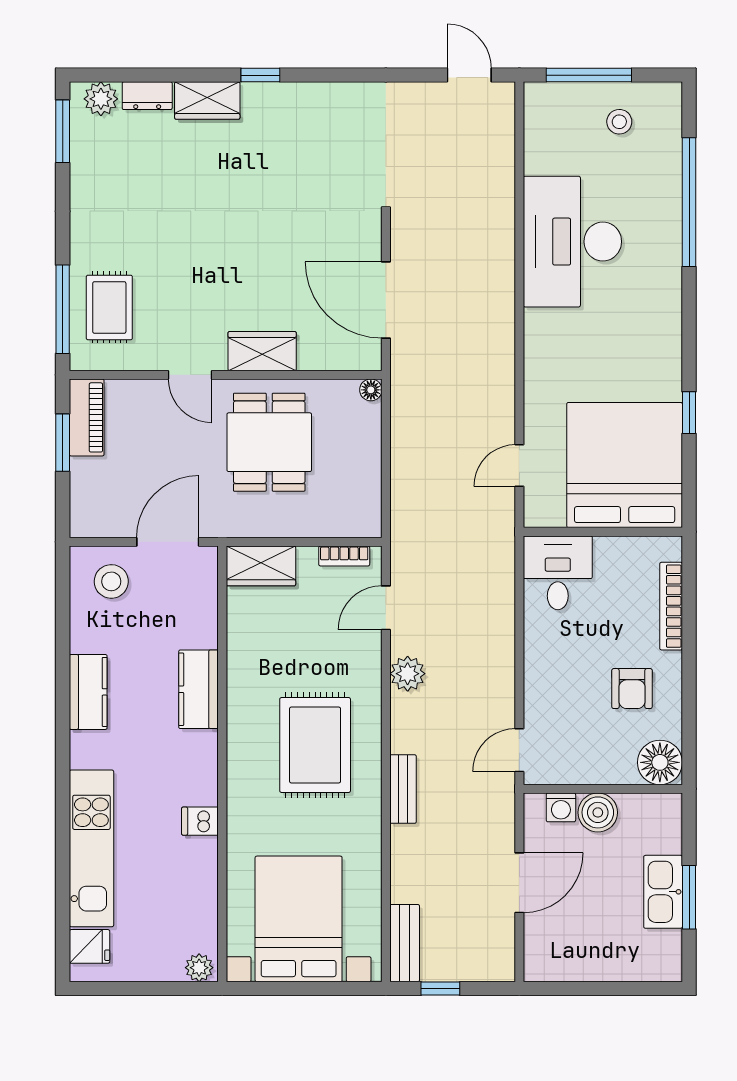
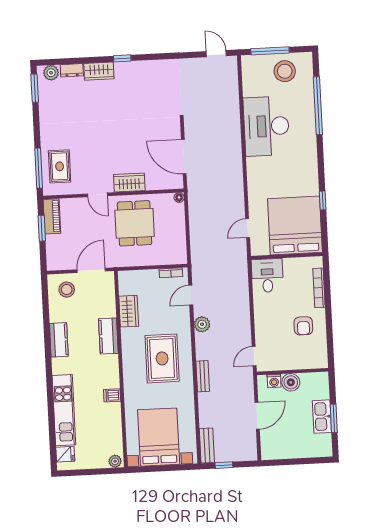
stool: (619, 122) -> (285, 71), width x1.89, depth x1.89
wardrobe: (261, 566) -> (129, 311), moved, turned -90
floor lamp: (660, 762) -> (318, 358), removed

